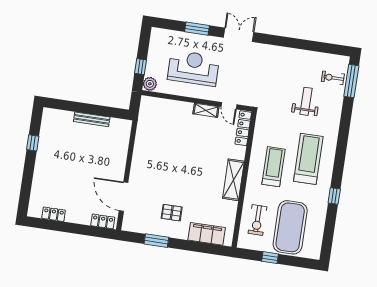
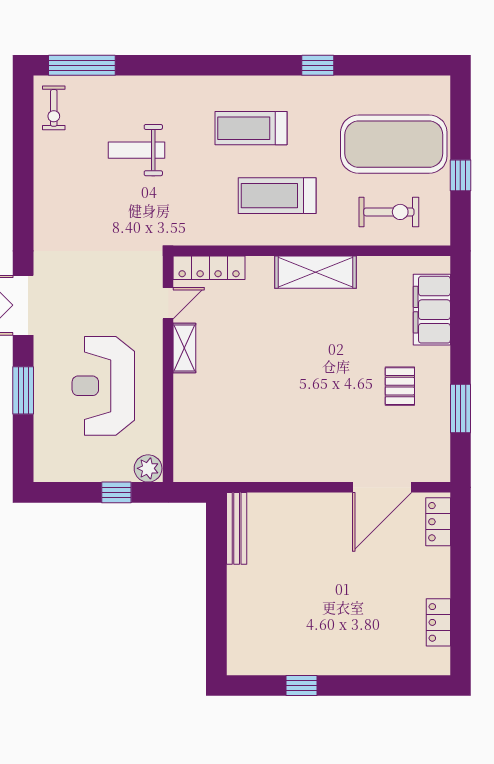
exercise bike: (333, 78) -> (54, 108), moved
bench: (92, 119) -> (237, 528), moved
treadmill: (308, 159) -> (251, 128), width x0.73, depth x0.73

